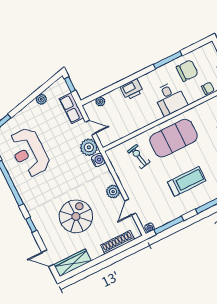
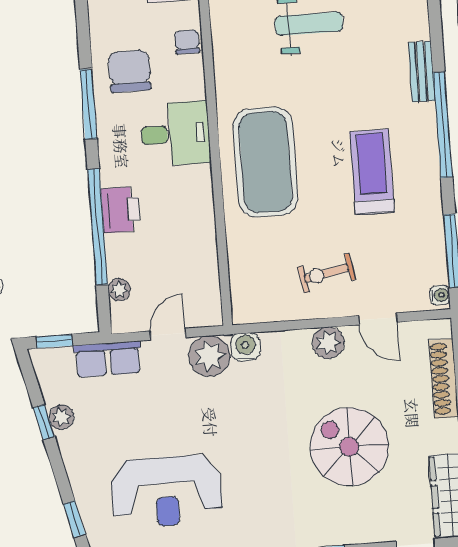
window: (121, 83) -> (98, 227), added
window: (37, 93) -> (44, 422), added
exercise bike: (139, 156) -> (326, 273), moved

